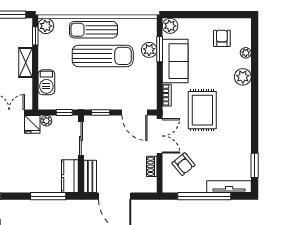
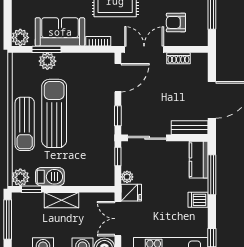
barbecue: (46, 82) -> (50, 177), moved
armchair: (183, 164) -> (176, 22), turned -141
kitchen counter: (70, 176) -> (199, 160), moved, turned 90
dishwasher: (26, 184) -> (198, 200), added

